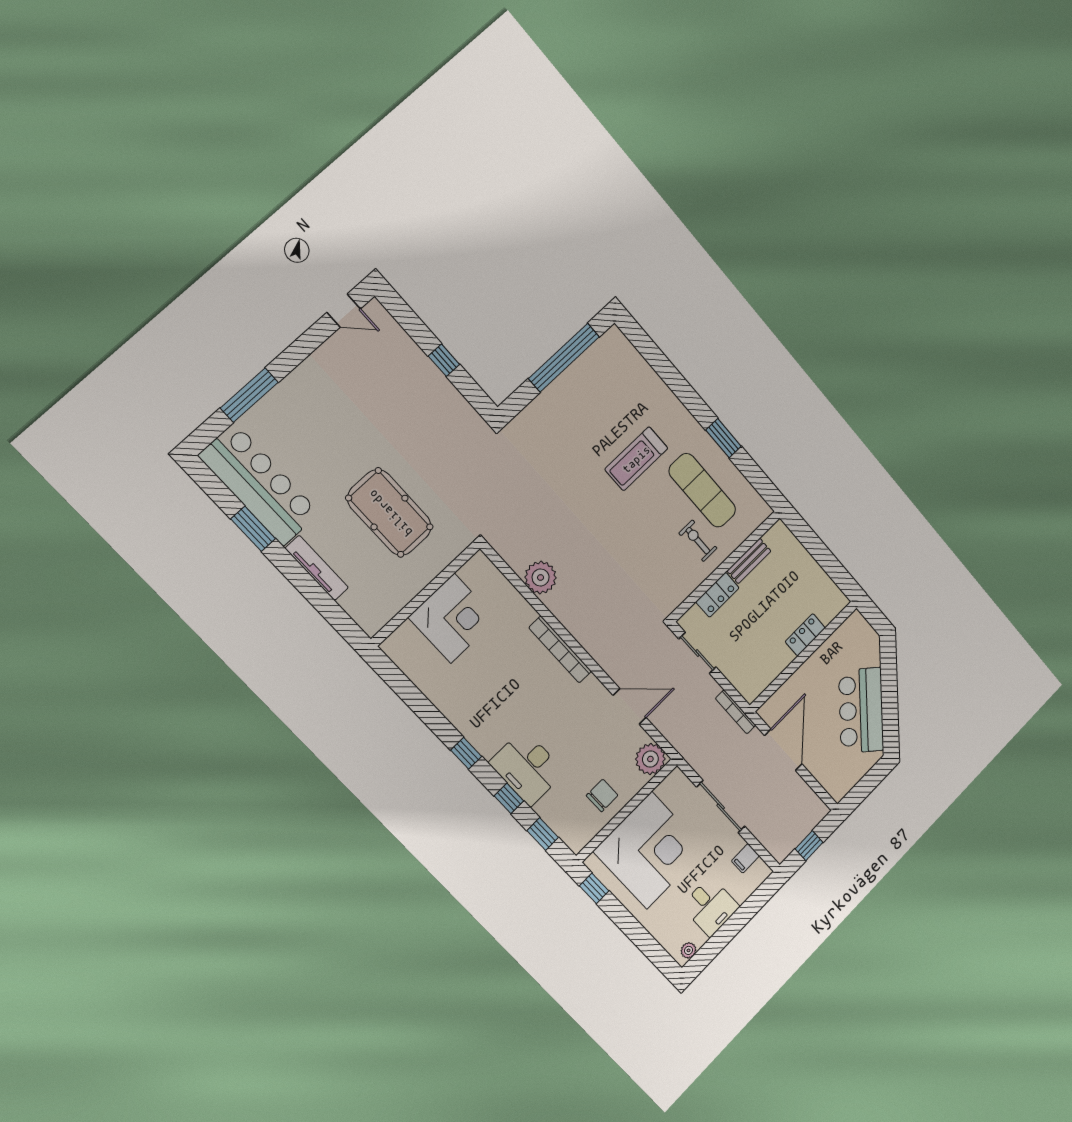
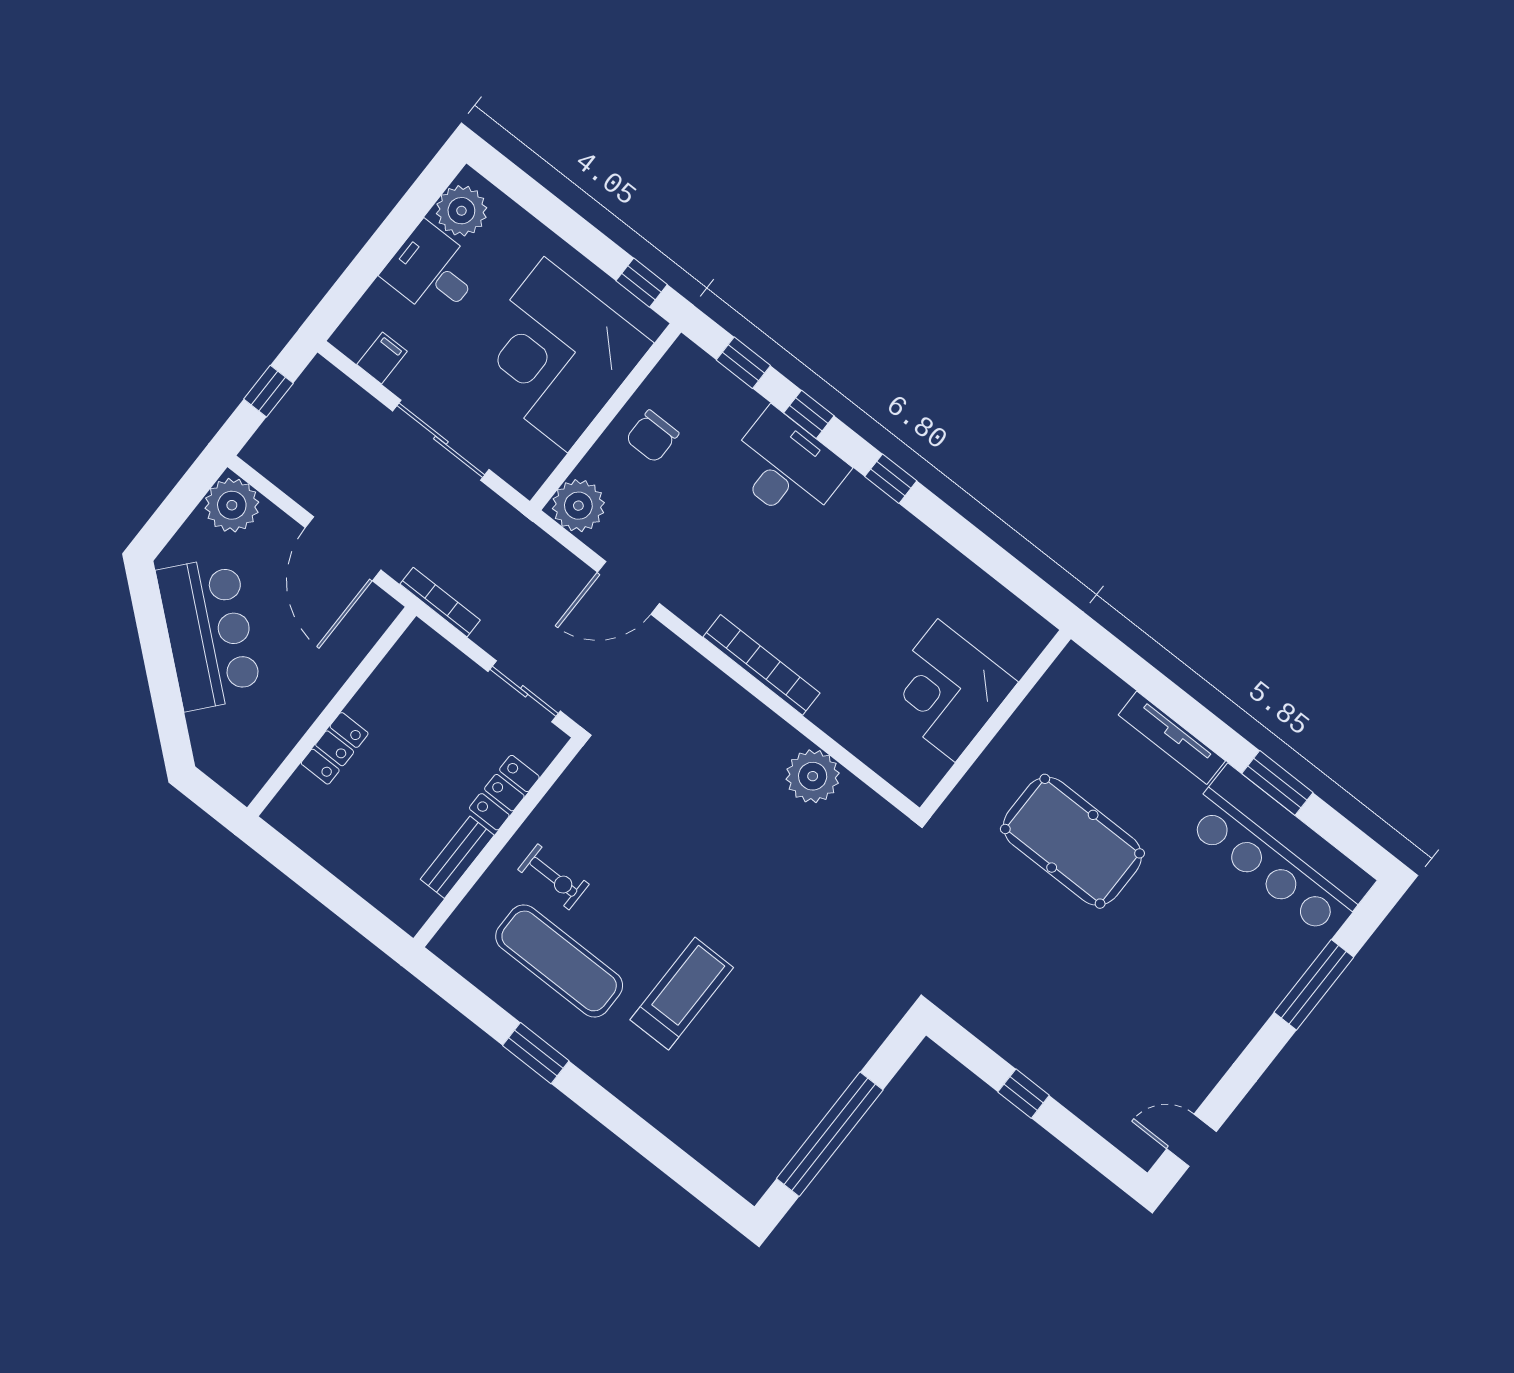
plant: (838, 782) -> (232, 505), added
plant: (689, 950) -> (461, 211), width x1.87, depth x1.87

